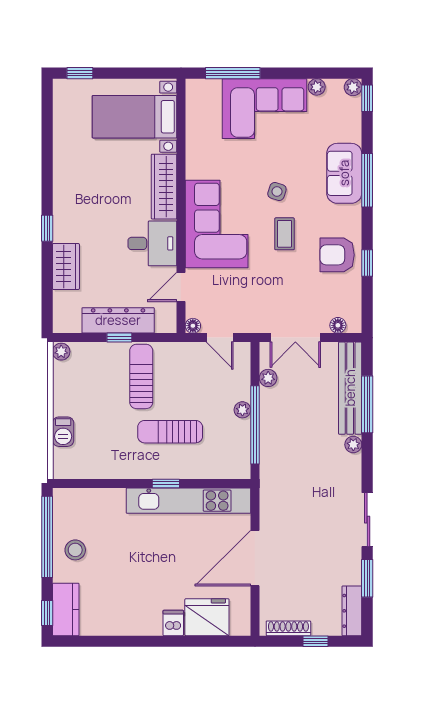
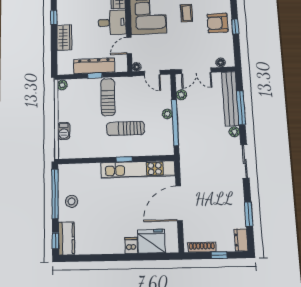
sliding door: (367, 520) -> (245, 161), moved
dresser: (352, 611) -> (241, 240), width x0.70

